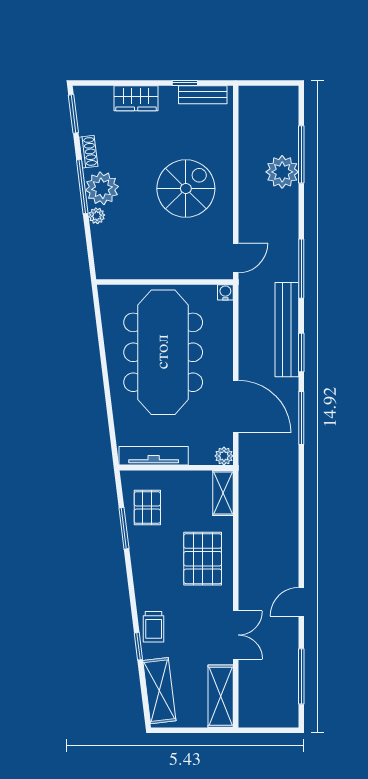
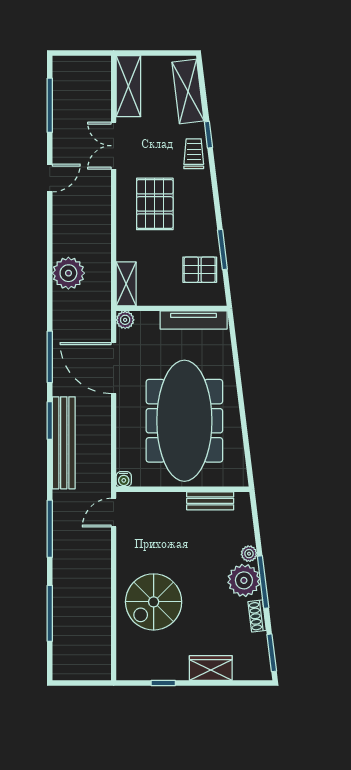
bench: (203, 95) -> (210, 501), moved
plant: (282, 172) -> (68, 273), moved
spiral stairs: (186, 189) -> (154, 602), moved
window: (301, 269) -> (50, 529), moved
pallet: (147, 508) -> (200, 270), turned 90
pallet: (203, 559) -> (155, 204), moved

